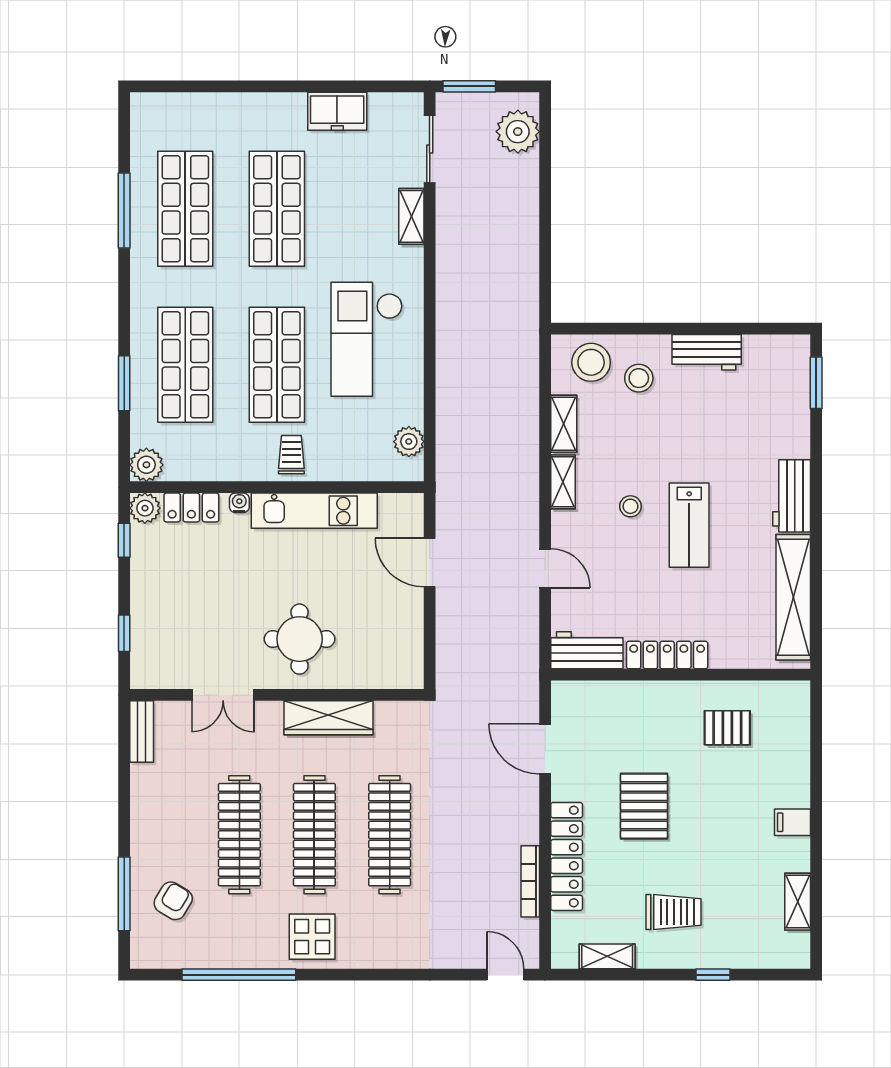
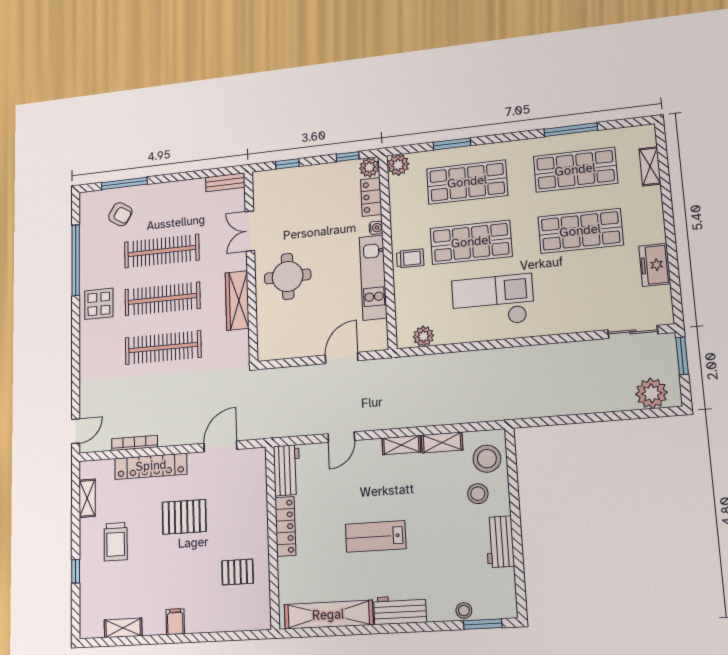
shelving: (411, 216) -> (650, 166), moved, turned 90
stool: (630, 506) -> (464, 611), moved
pallet: (727, 728) -> (238, 572), turned 90

